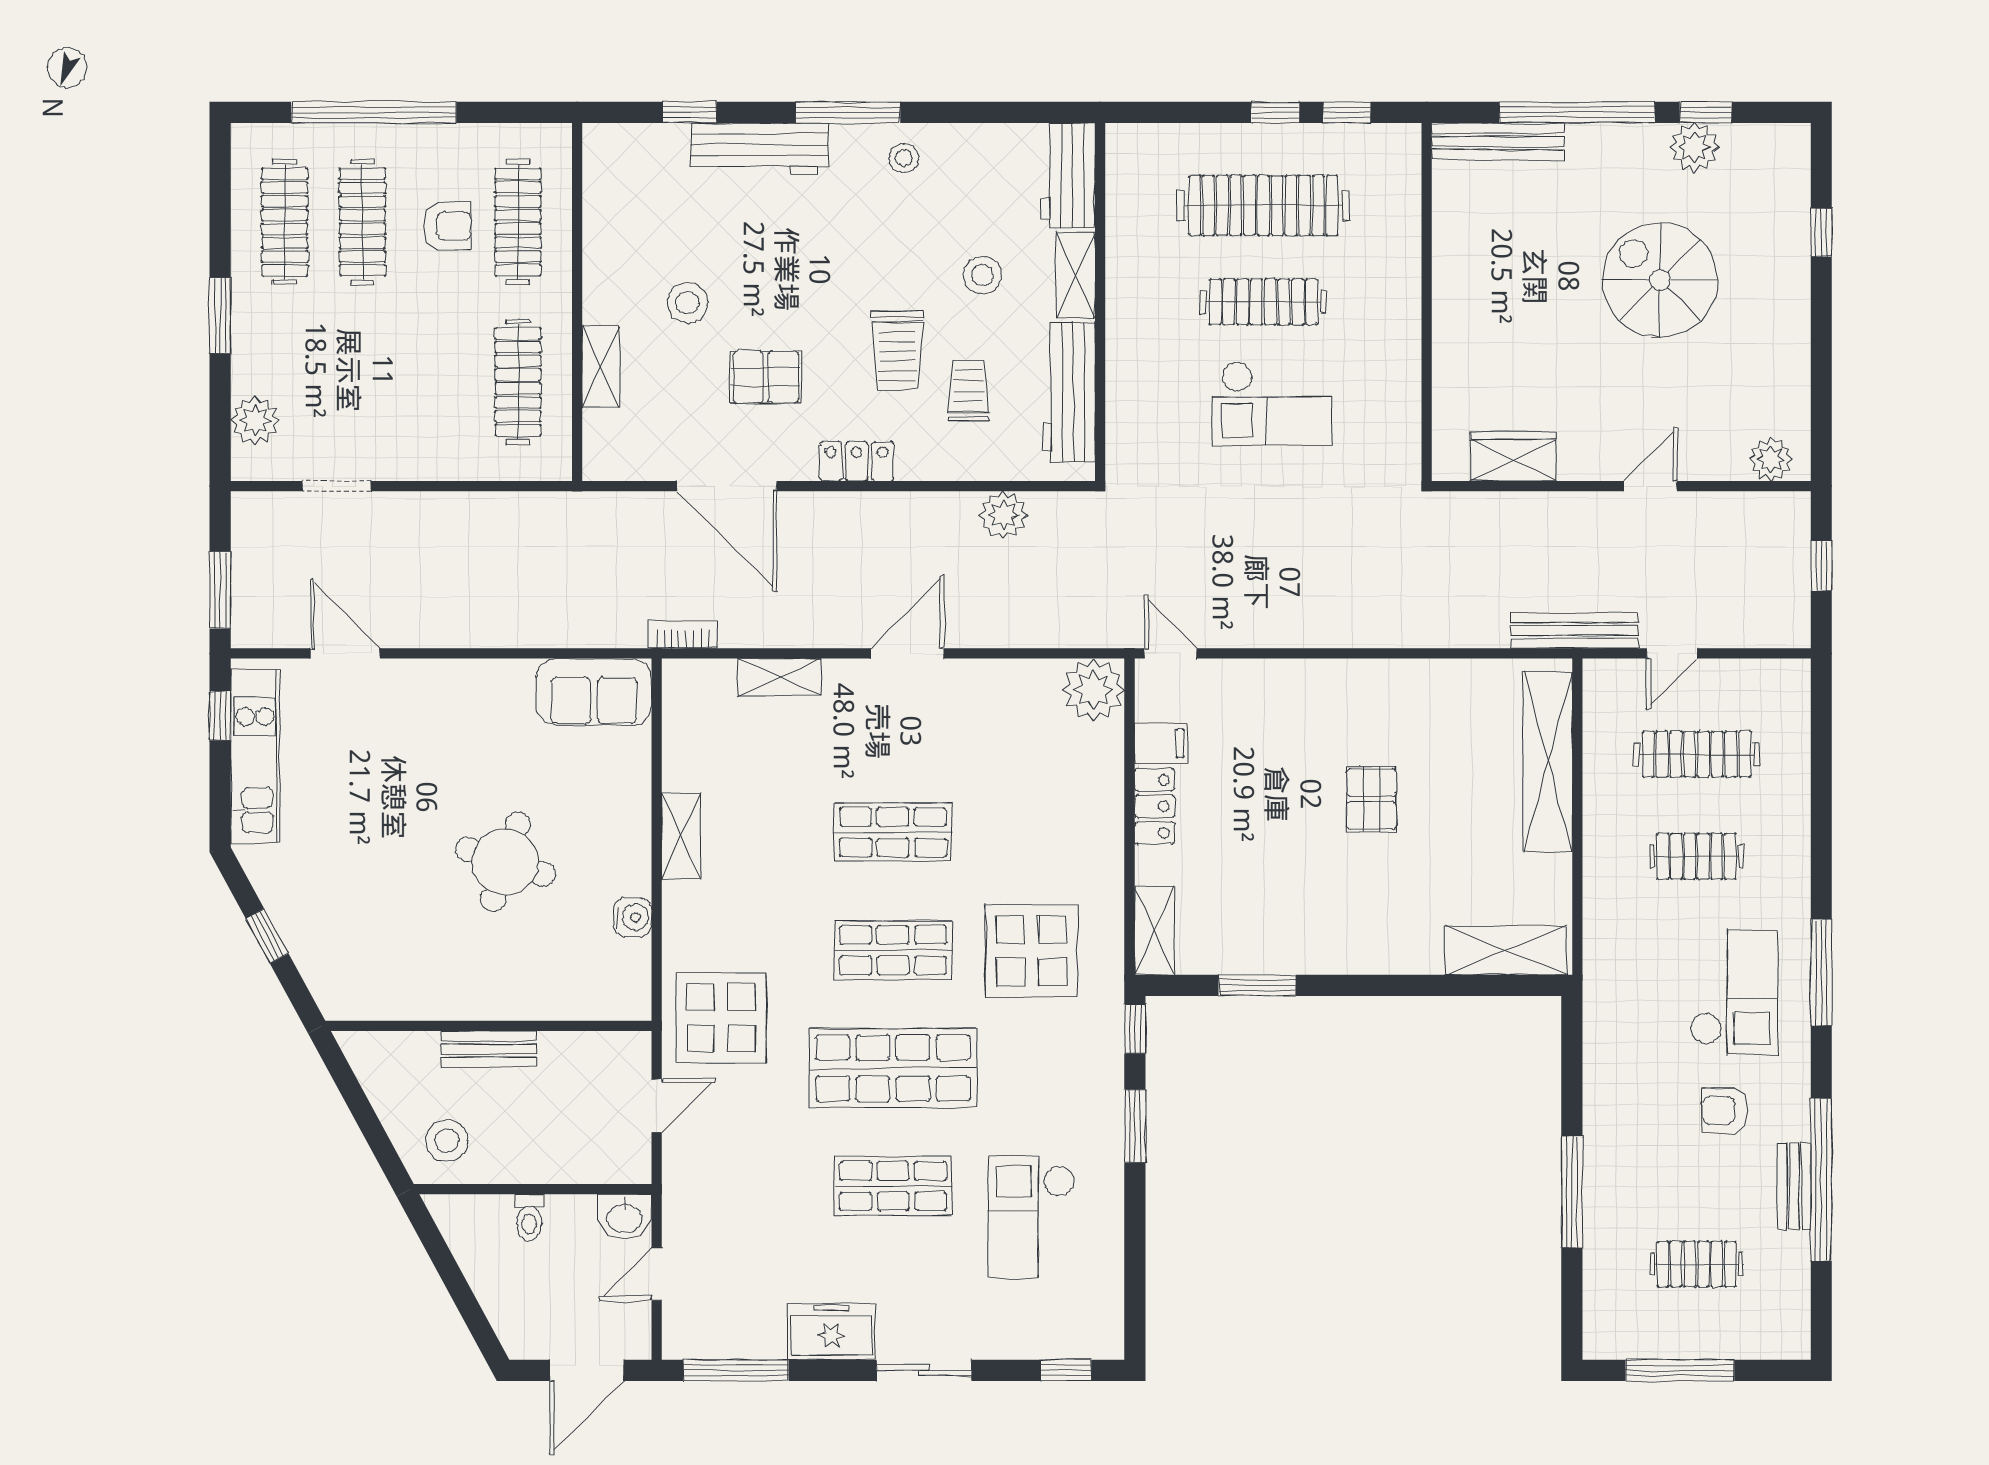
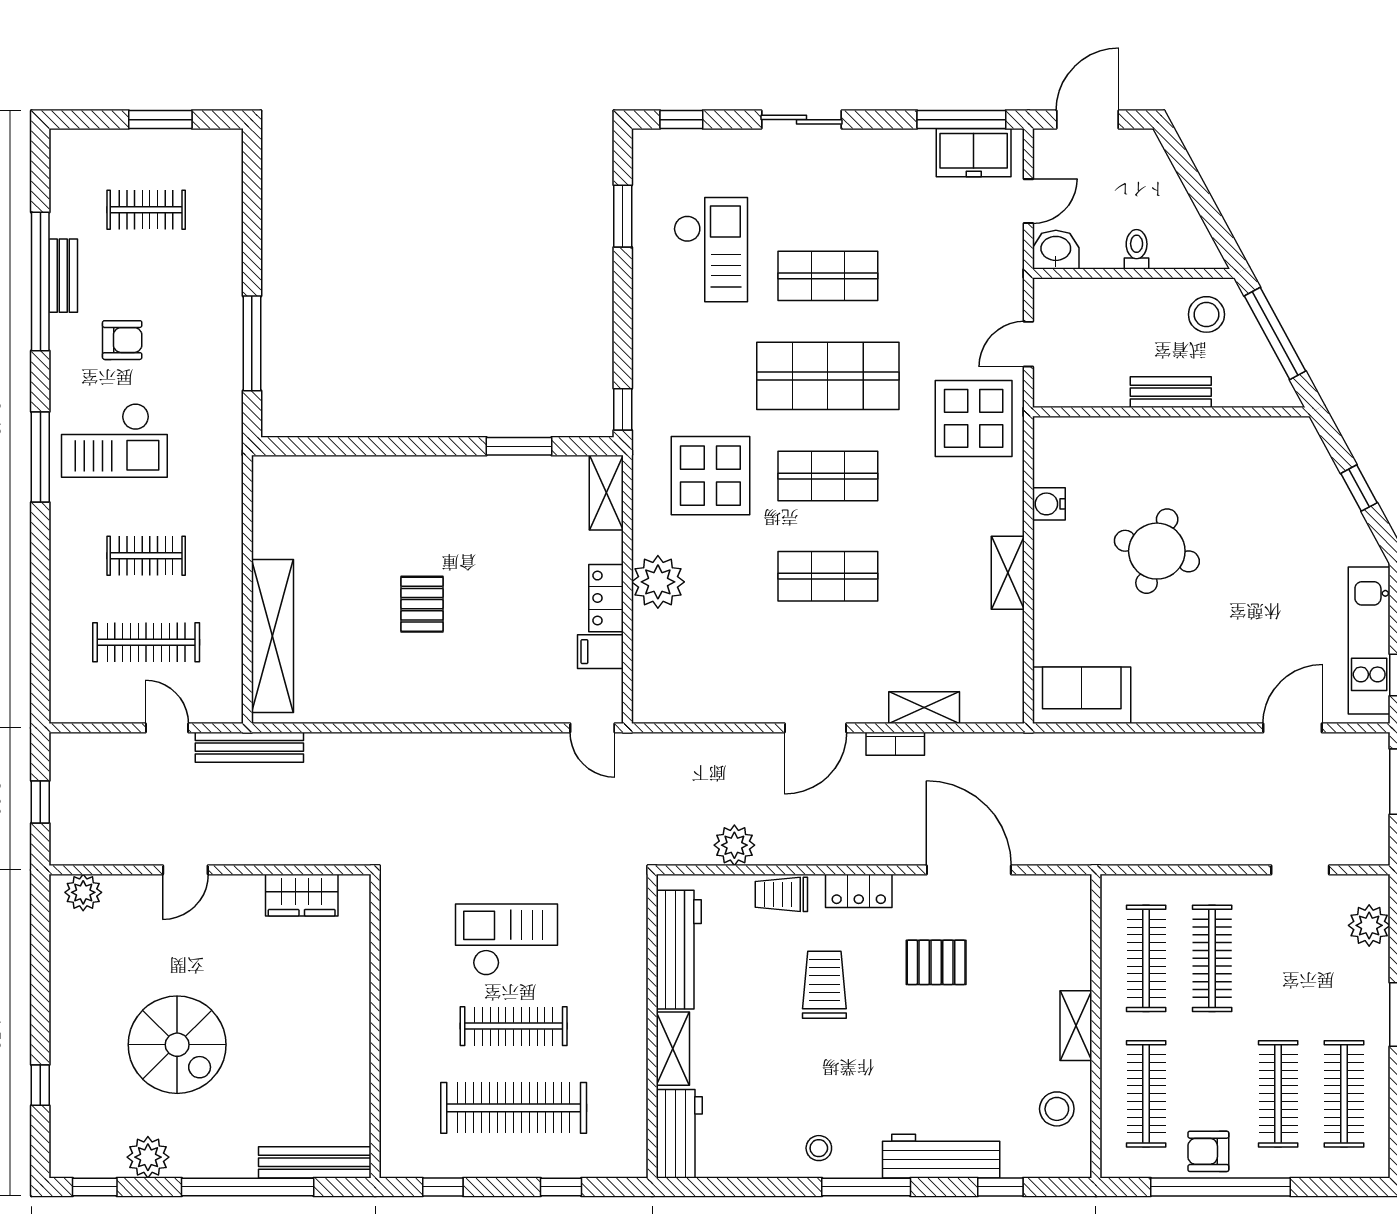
window: (374, 112) -> (1221, 1187), moved
window: (1275, 112) -> (561, 1187), moved
window: (1706, 112) -> (95, 1187), moved
armchair: (447, 226) -> (1208, 1151), moved
stool: (982, 275) -> (752, 1049), removed
stool: (688, 303) -> (1057, 1109), moved
shelving: (601, 367) -> (1076, 1026), moved
clothes rail: (440, 382) -> (1212, 958), added
trolley: (969, 390) -> (781, 894), moved, turned 90
bookcase: (683, 635) -> (895, 744), moved
door: (345, 653) -> (1293, 728), swing flipped
door: (1672, 653) -> (167, 728), hinge flipped
plant: (1093, 690) -> (658, 582), moved
shelving: (1506, 950) -> (308, 476), removed
checkout: (1734, 992) -> (114, 440), turned -90
window: (366, 1118) -> (1275, 334), added
window: (1135, 1126) -> (623, 216), moved
window: (1572, 1192) -> (252, 343), moved
freezer: (831, 1331) -> (974, 153), moved
window: (1680, 1370) -> (160, 120), width x0.69

